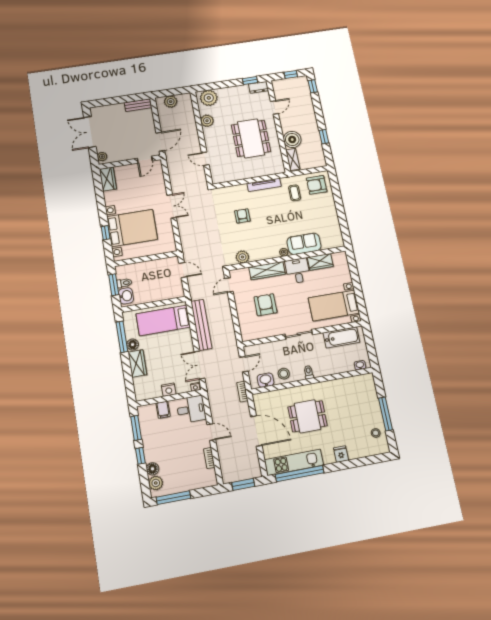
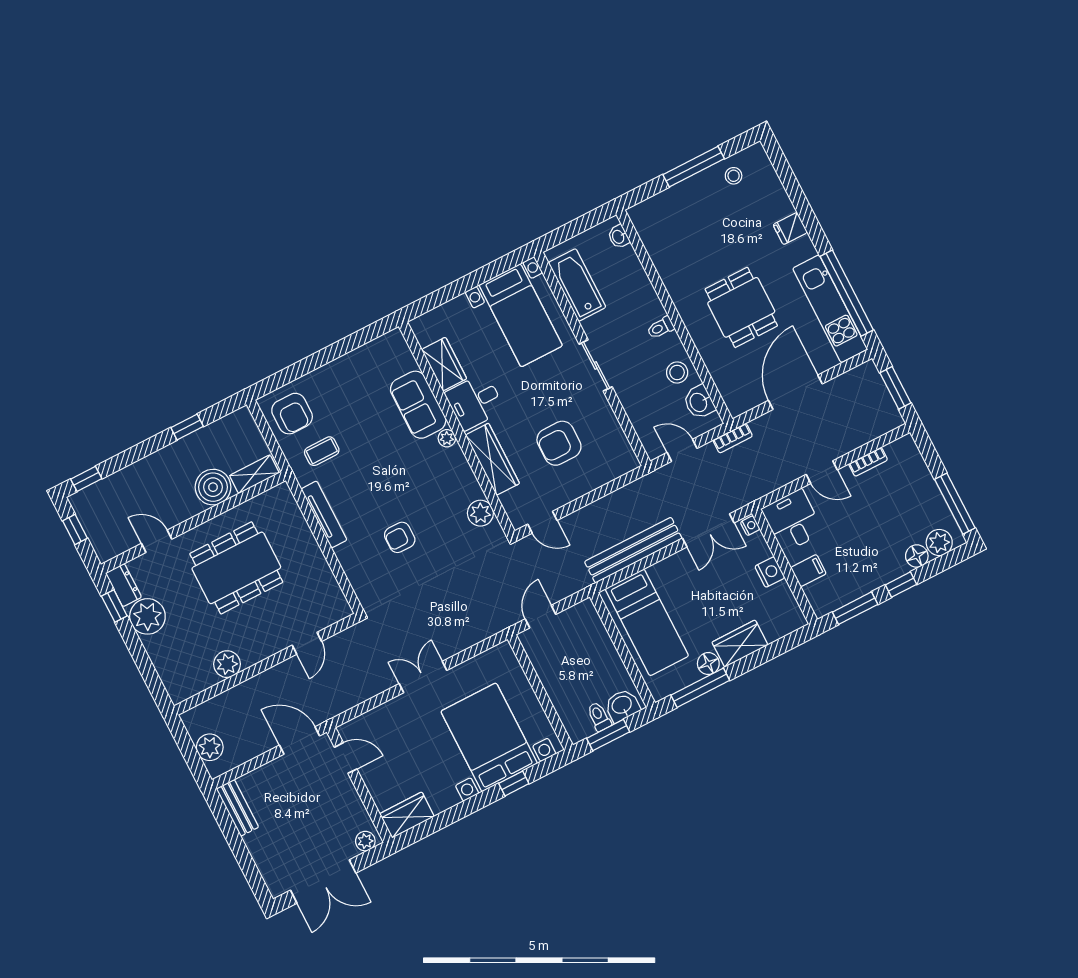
plant: (209, 98) -> (147, 616), moved
door: (211, 432) -> (822, 472), swing flipped

